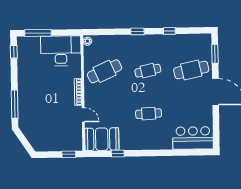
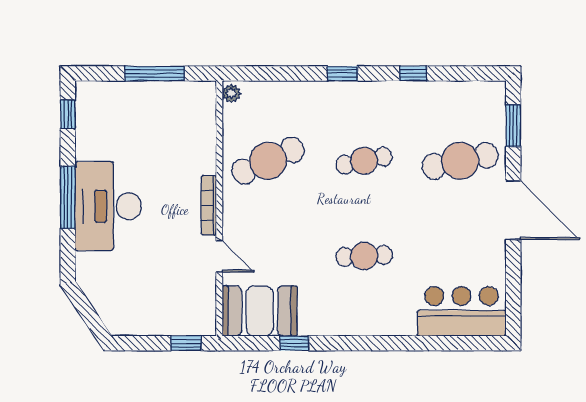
window: (38, 33) -> (155, 73), moved
desk: (61, 51) -> (108, 206), moved, turned -90
window: (15, 104) -> (68, 197), moved

